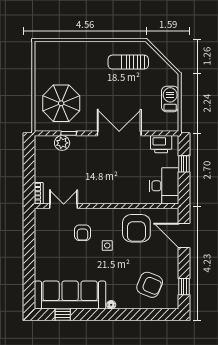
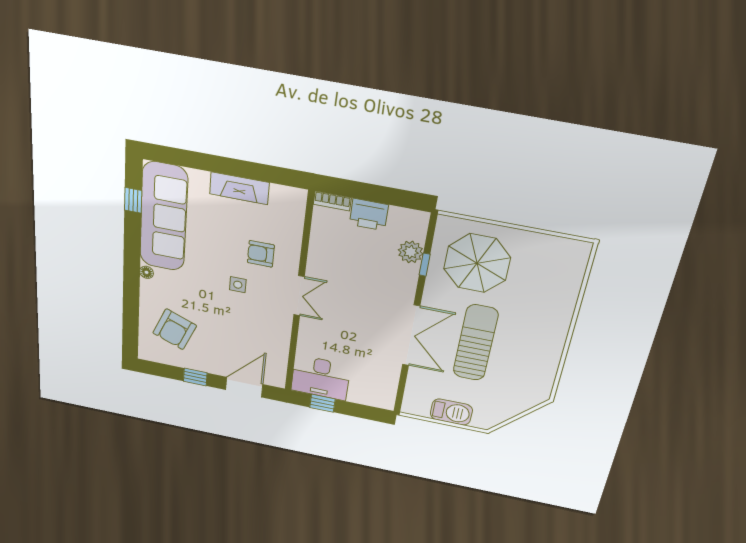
sun lounger: (128, 62) -> (476, 343), moved, width x1.36, depth x1.34
printer: (161, 144) -> (369, 215), moved, turned -90
window: (184, 164) -> (323, 403), moved
double door: (64, 206) -> (299, 296), moved
armchair: (136, 228) -> (261, 329), removed
fireplace: (42, 249) -> (239, 188), added
window: (184, 287) -> (195, 377), moved

